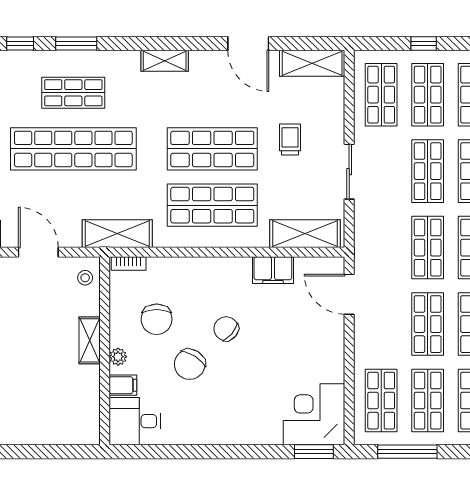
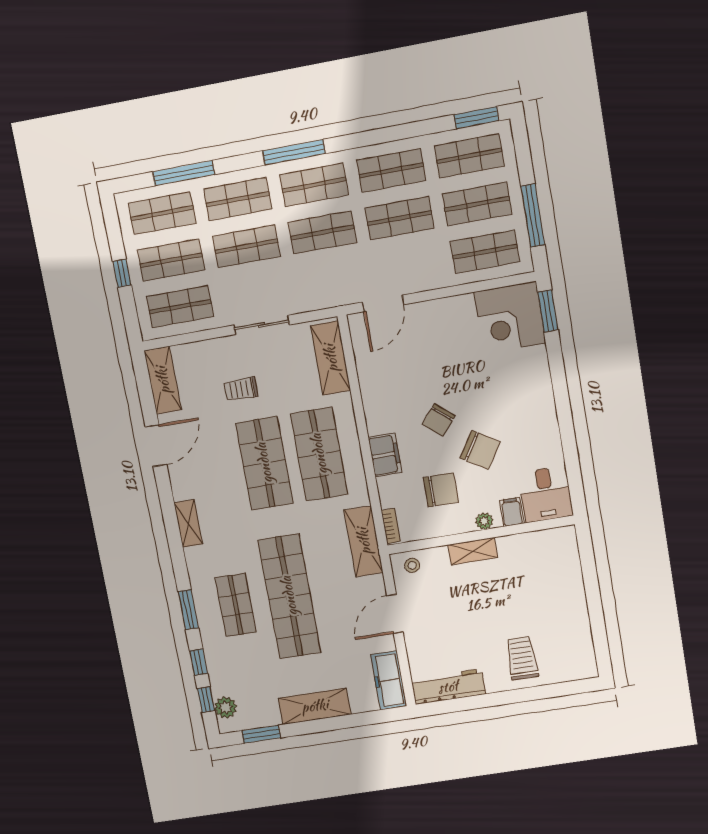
filing cabinet: (273, 270) -> (385, 455), moved

